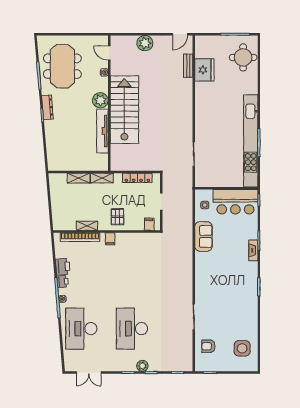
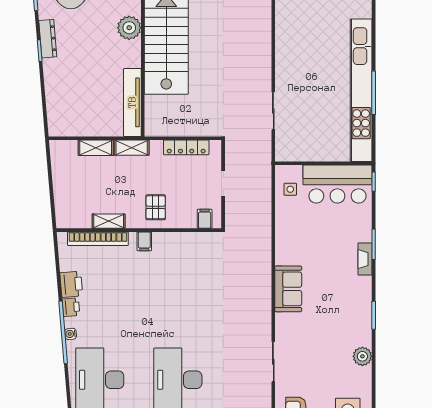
tv unit: (102, 131) -> (132, 102), moved
sofa: (203, 236) -> (288, 289), moved
plant: (252, 313) -> (362, 356), added

